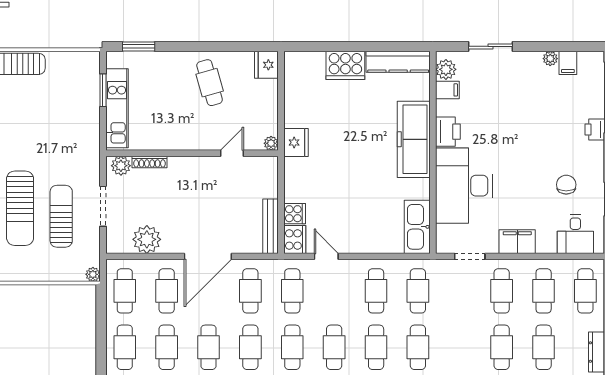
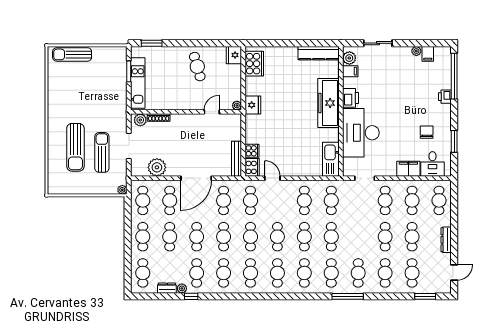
cooker: (345, 65) -> (254, 64), moved, turned -90
filing cabinet: (517, 242) -> (408, 169), moved

